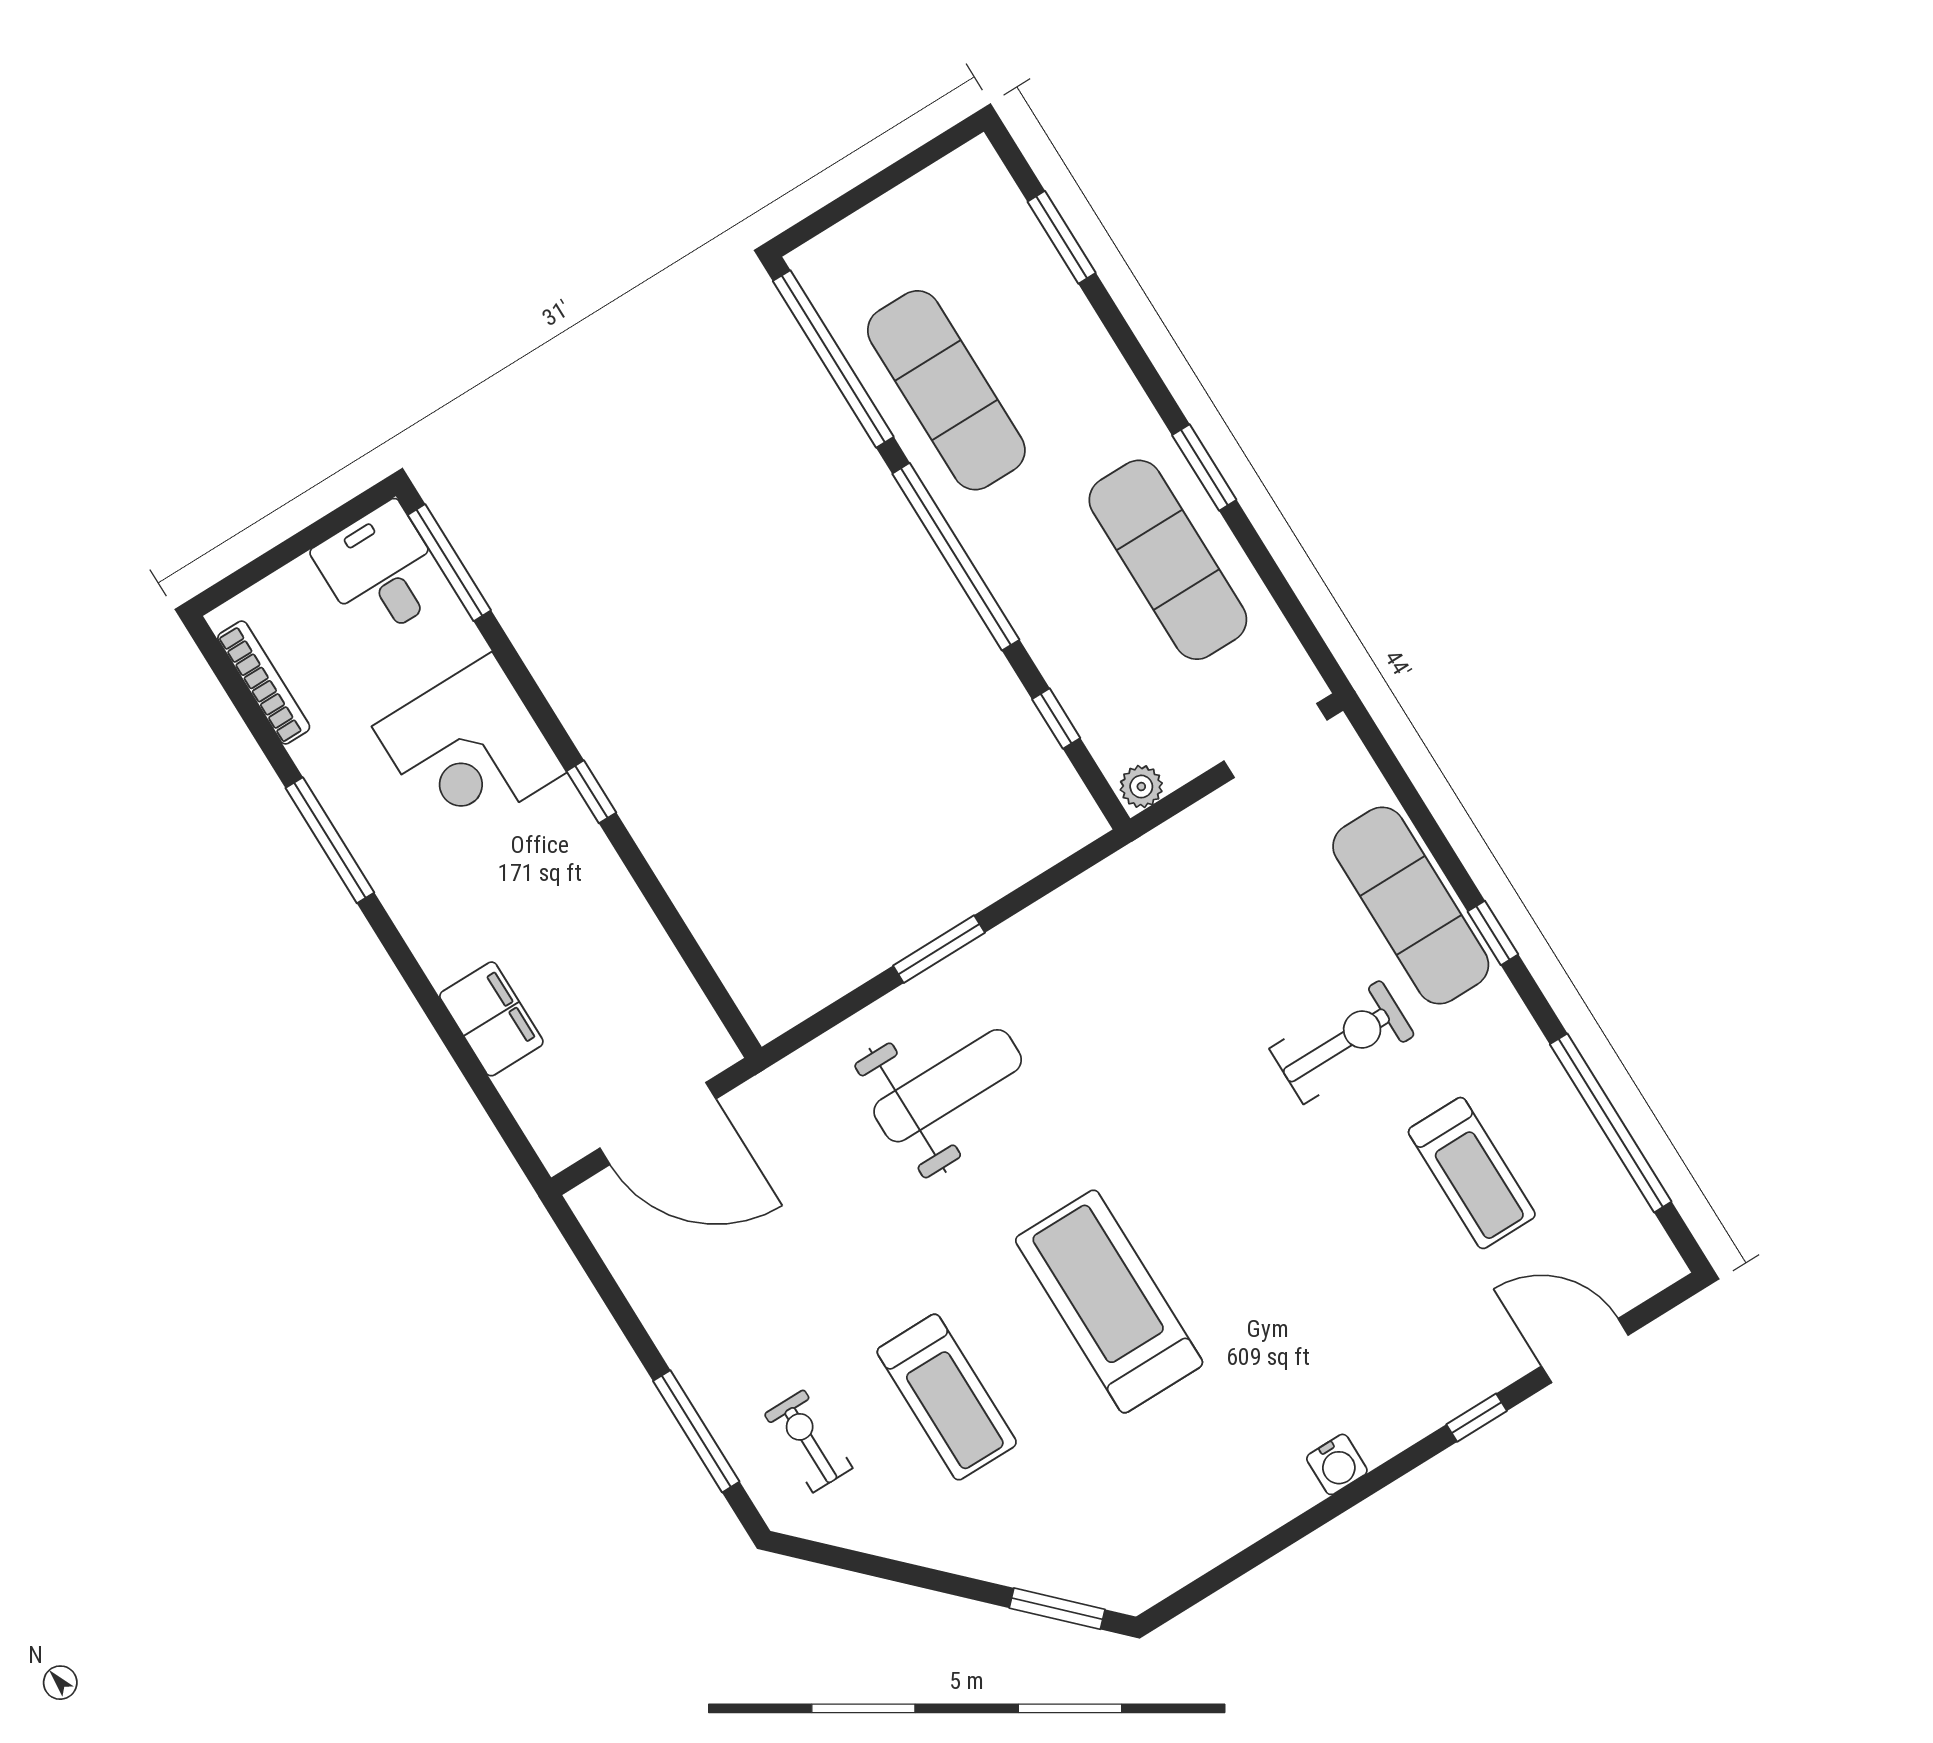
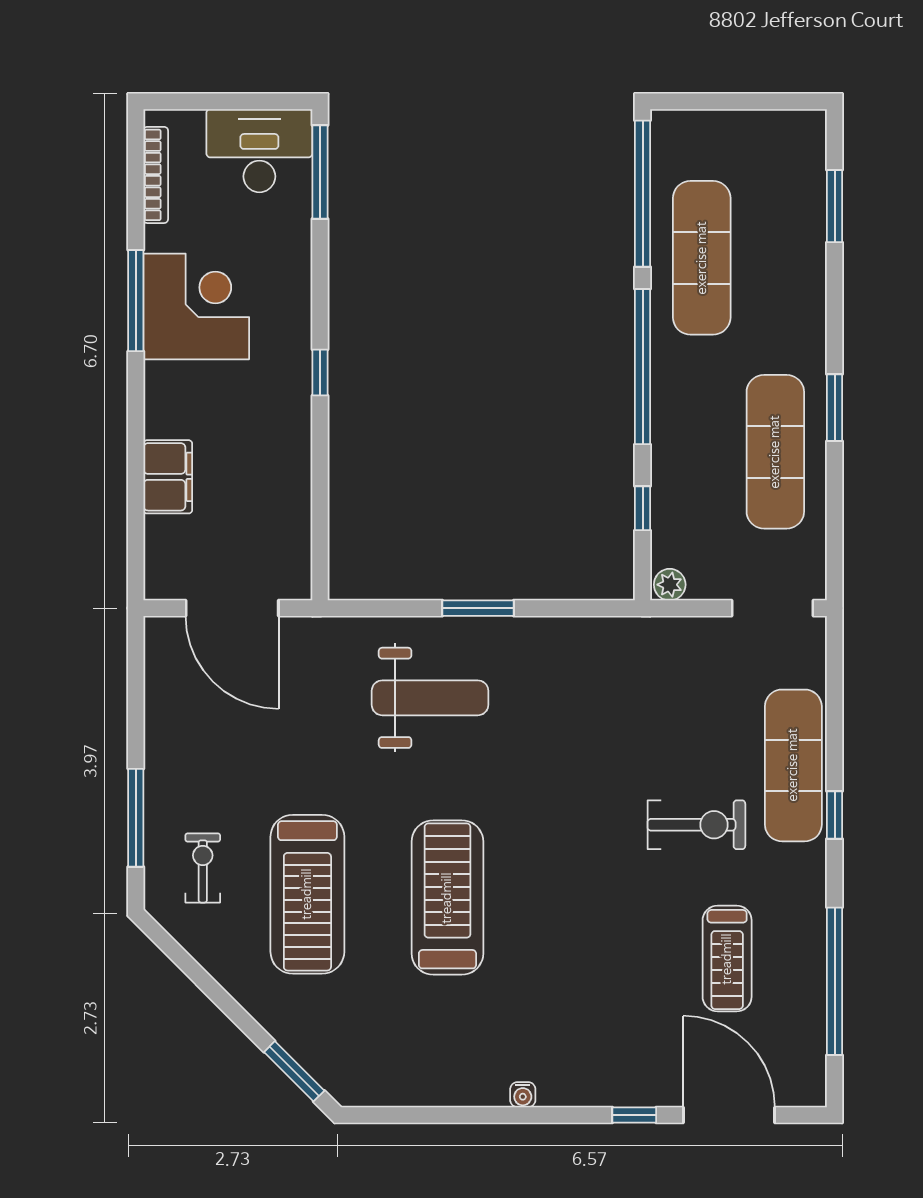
desk: (381, 571) -> (259, 151), width x1.37
corner desk: (469, 749) -> (196, 306), moved, turned 180
door: (1585, 1351) -> (729, 1115), width x1.36
treadmill: (947, 1397) -> (307, 894), width x1.37, depth x1.38
water cooler: (1337, 1464) -> (523, 1095), width x0.72, depth x0.72

